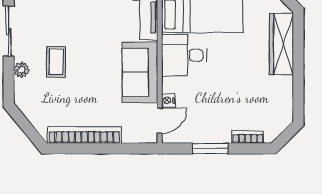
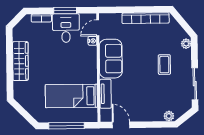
wardrobe: (281, 44) -> (20, 61), moved
desk: (184, 55) -> (66, 28), moved, turned -90
plant: (21, 70) -> (186, 44), moved

